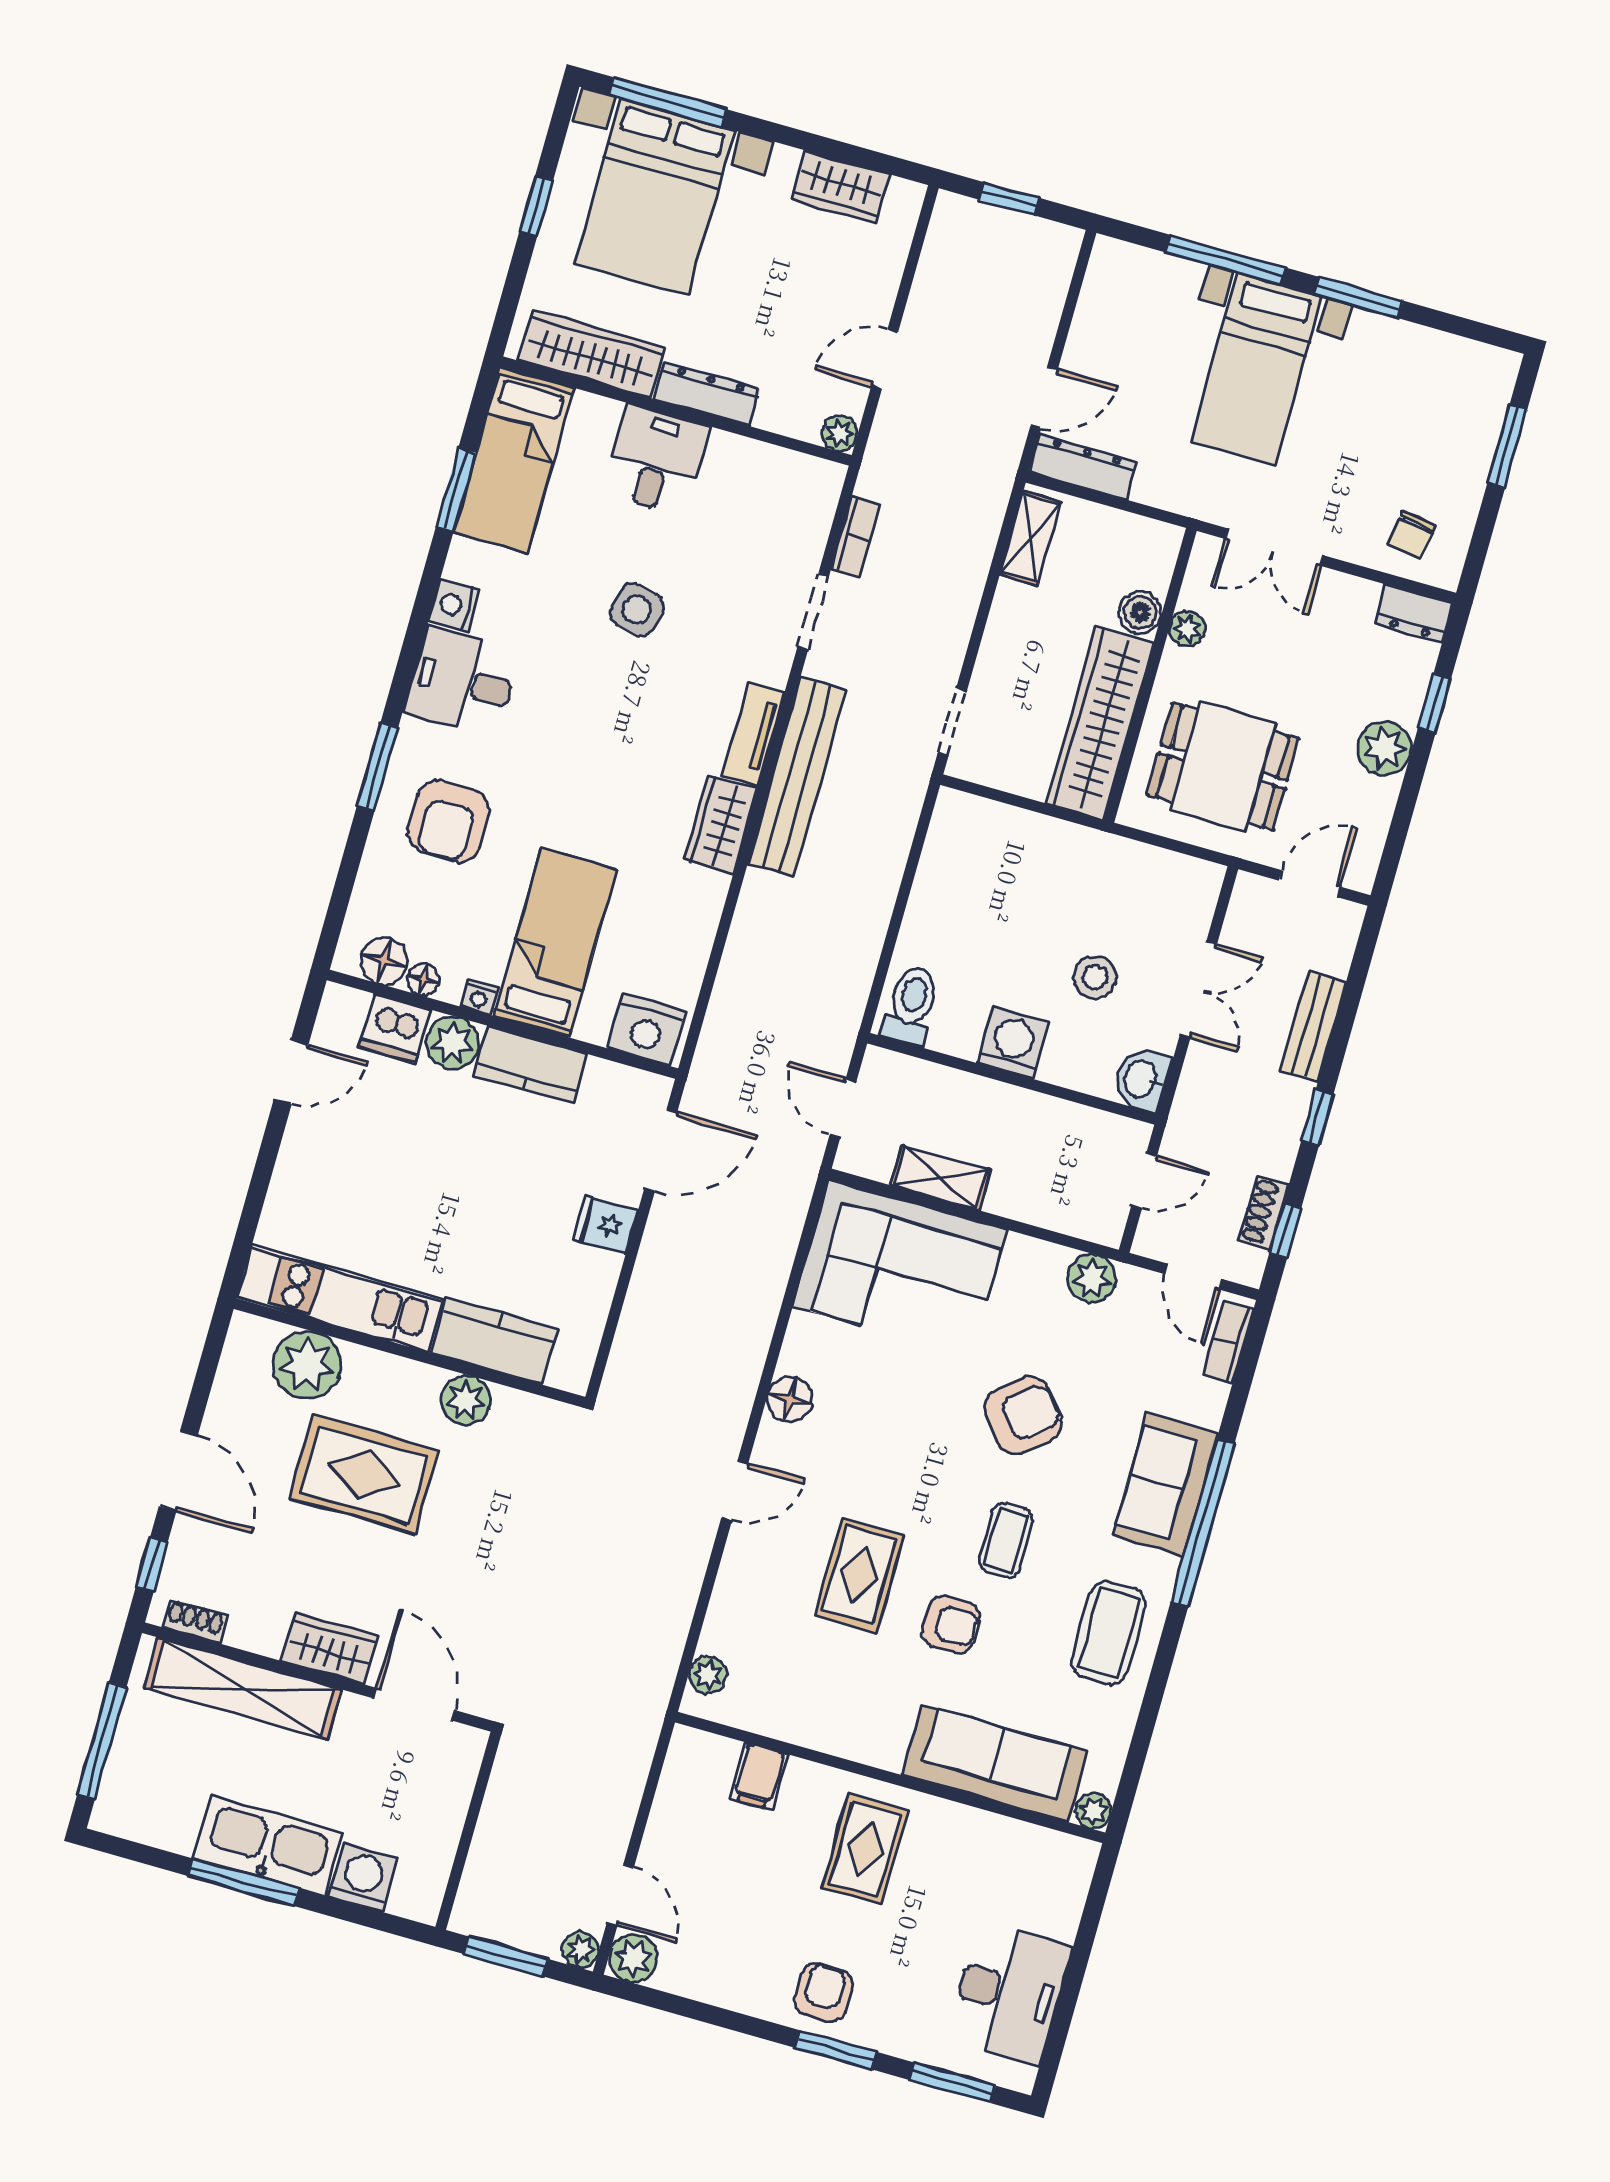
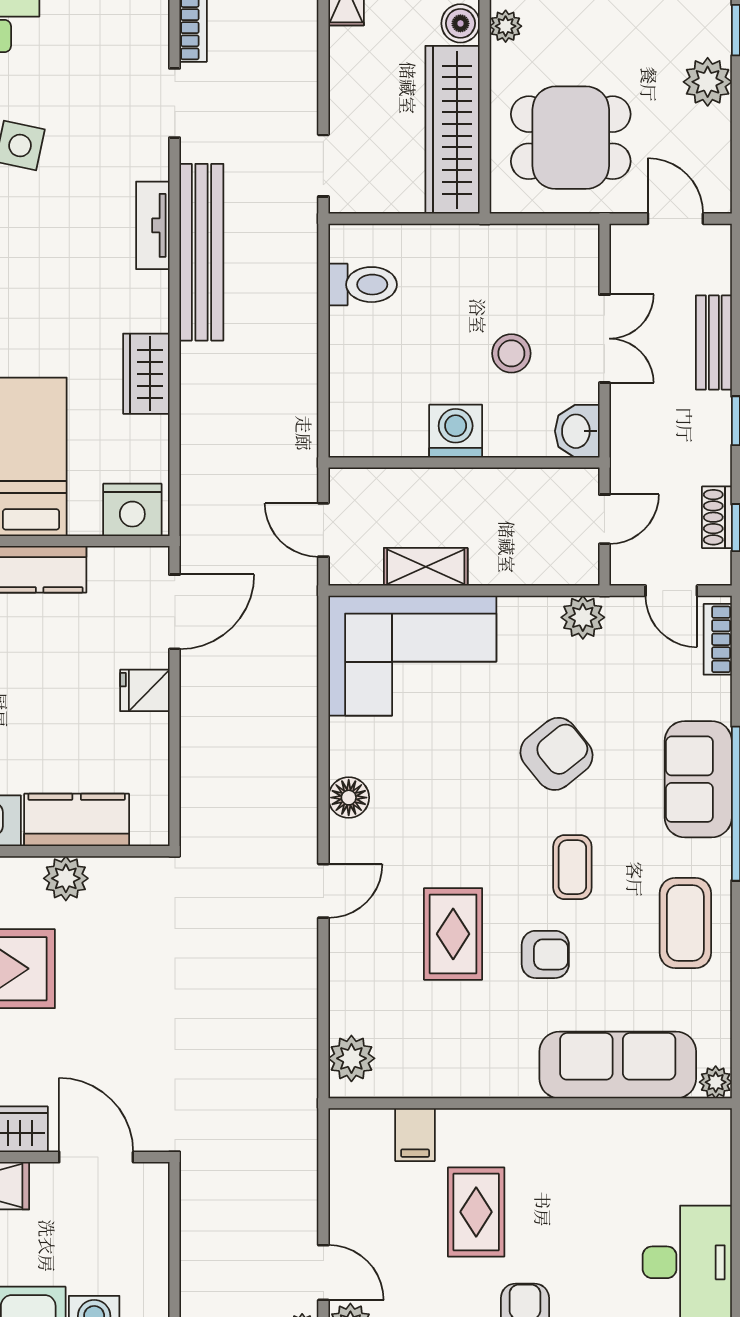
wardrobe: (721, 825) -> (146, 374), moved
door: (1309, 884) -> (675, 219), hinge flipped
toilet: (911, 1005) -> (363, 285), moved, turned 90
plant: (708, 1675) -> (351, 1058), width x1.38, depth x1.38
rug: (865, 1849) -> (476, 1212), moved

